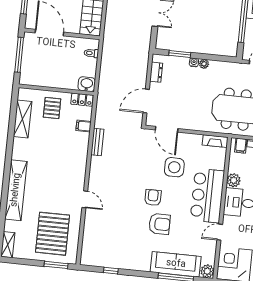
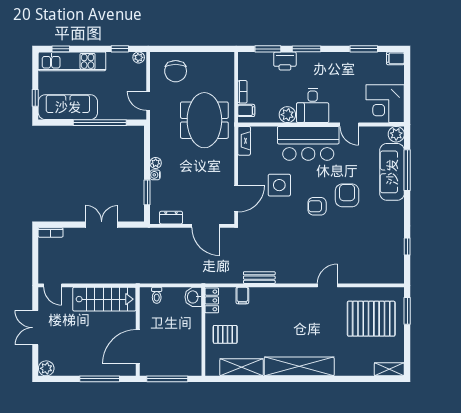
shelving: (16, 190) -> (299, 366), moved

